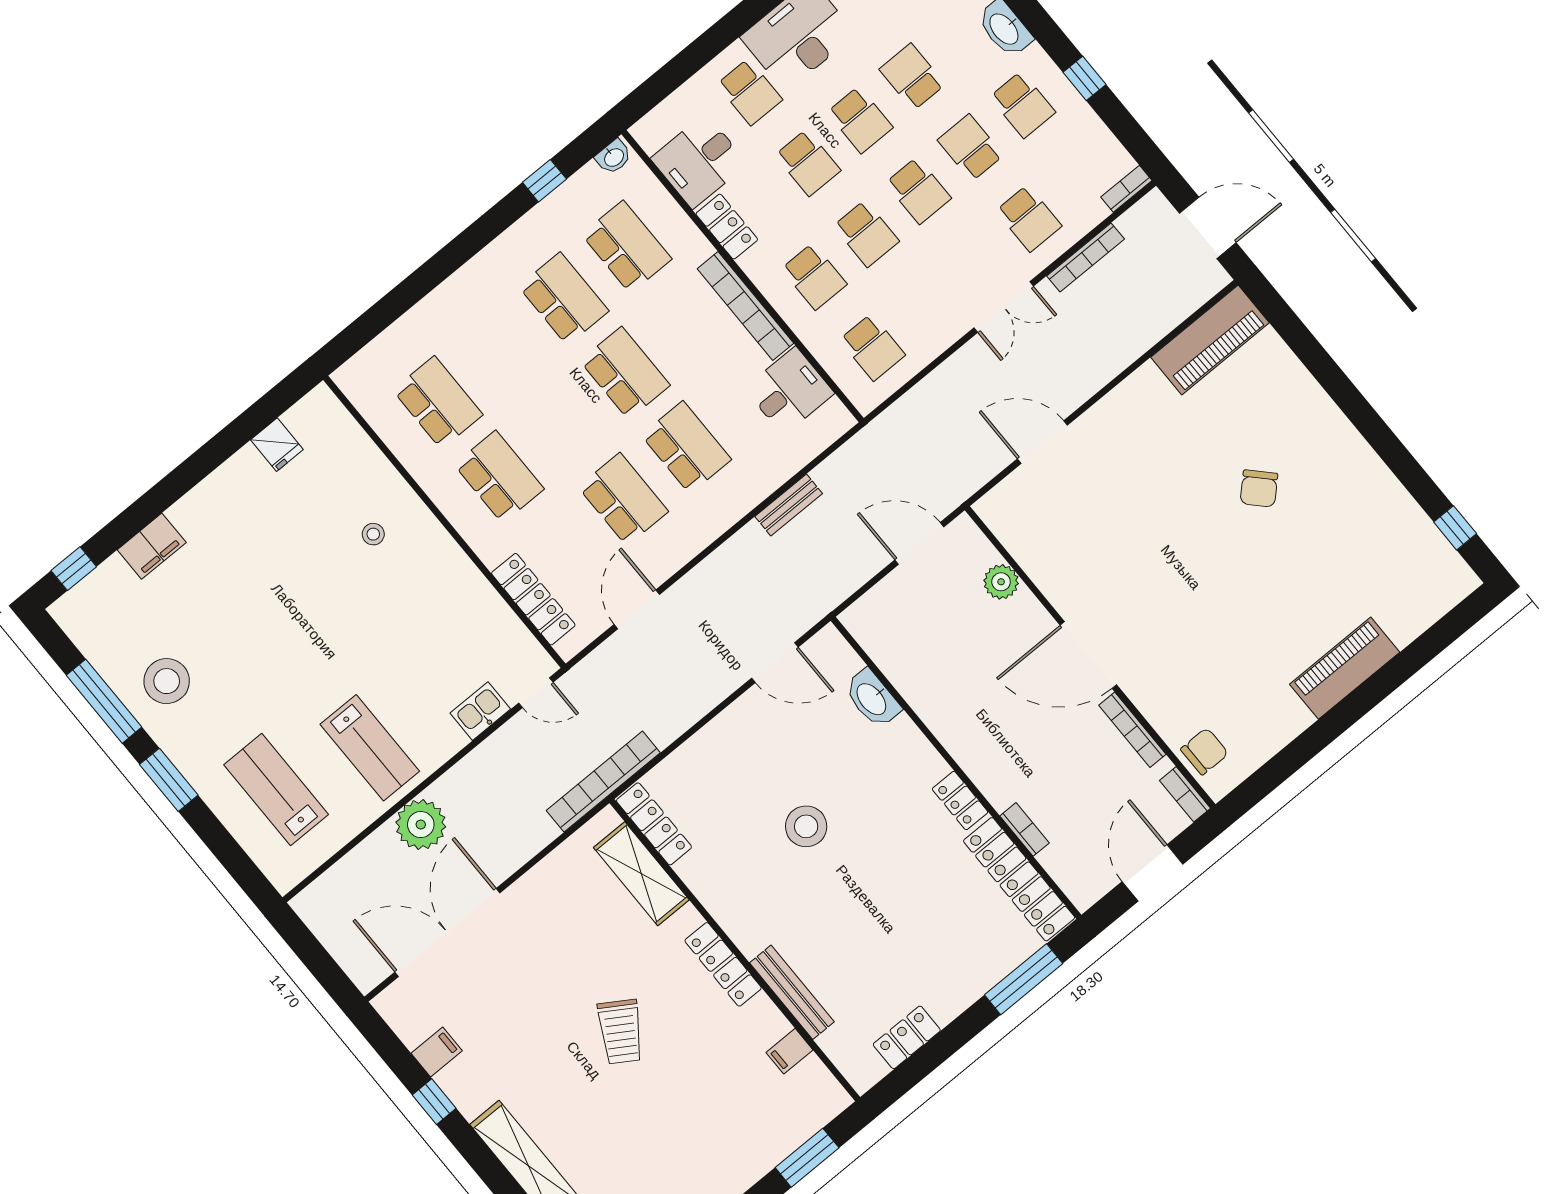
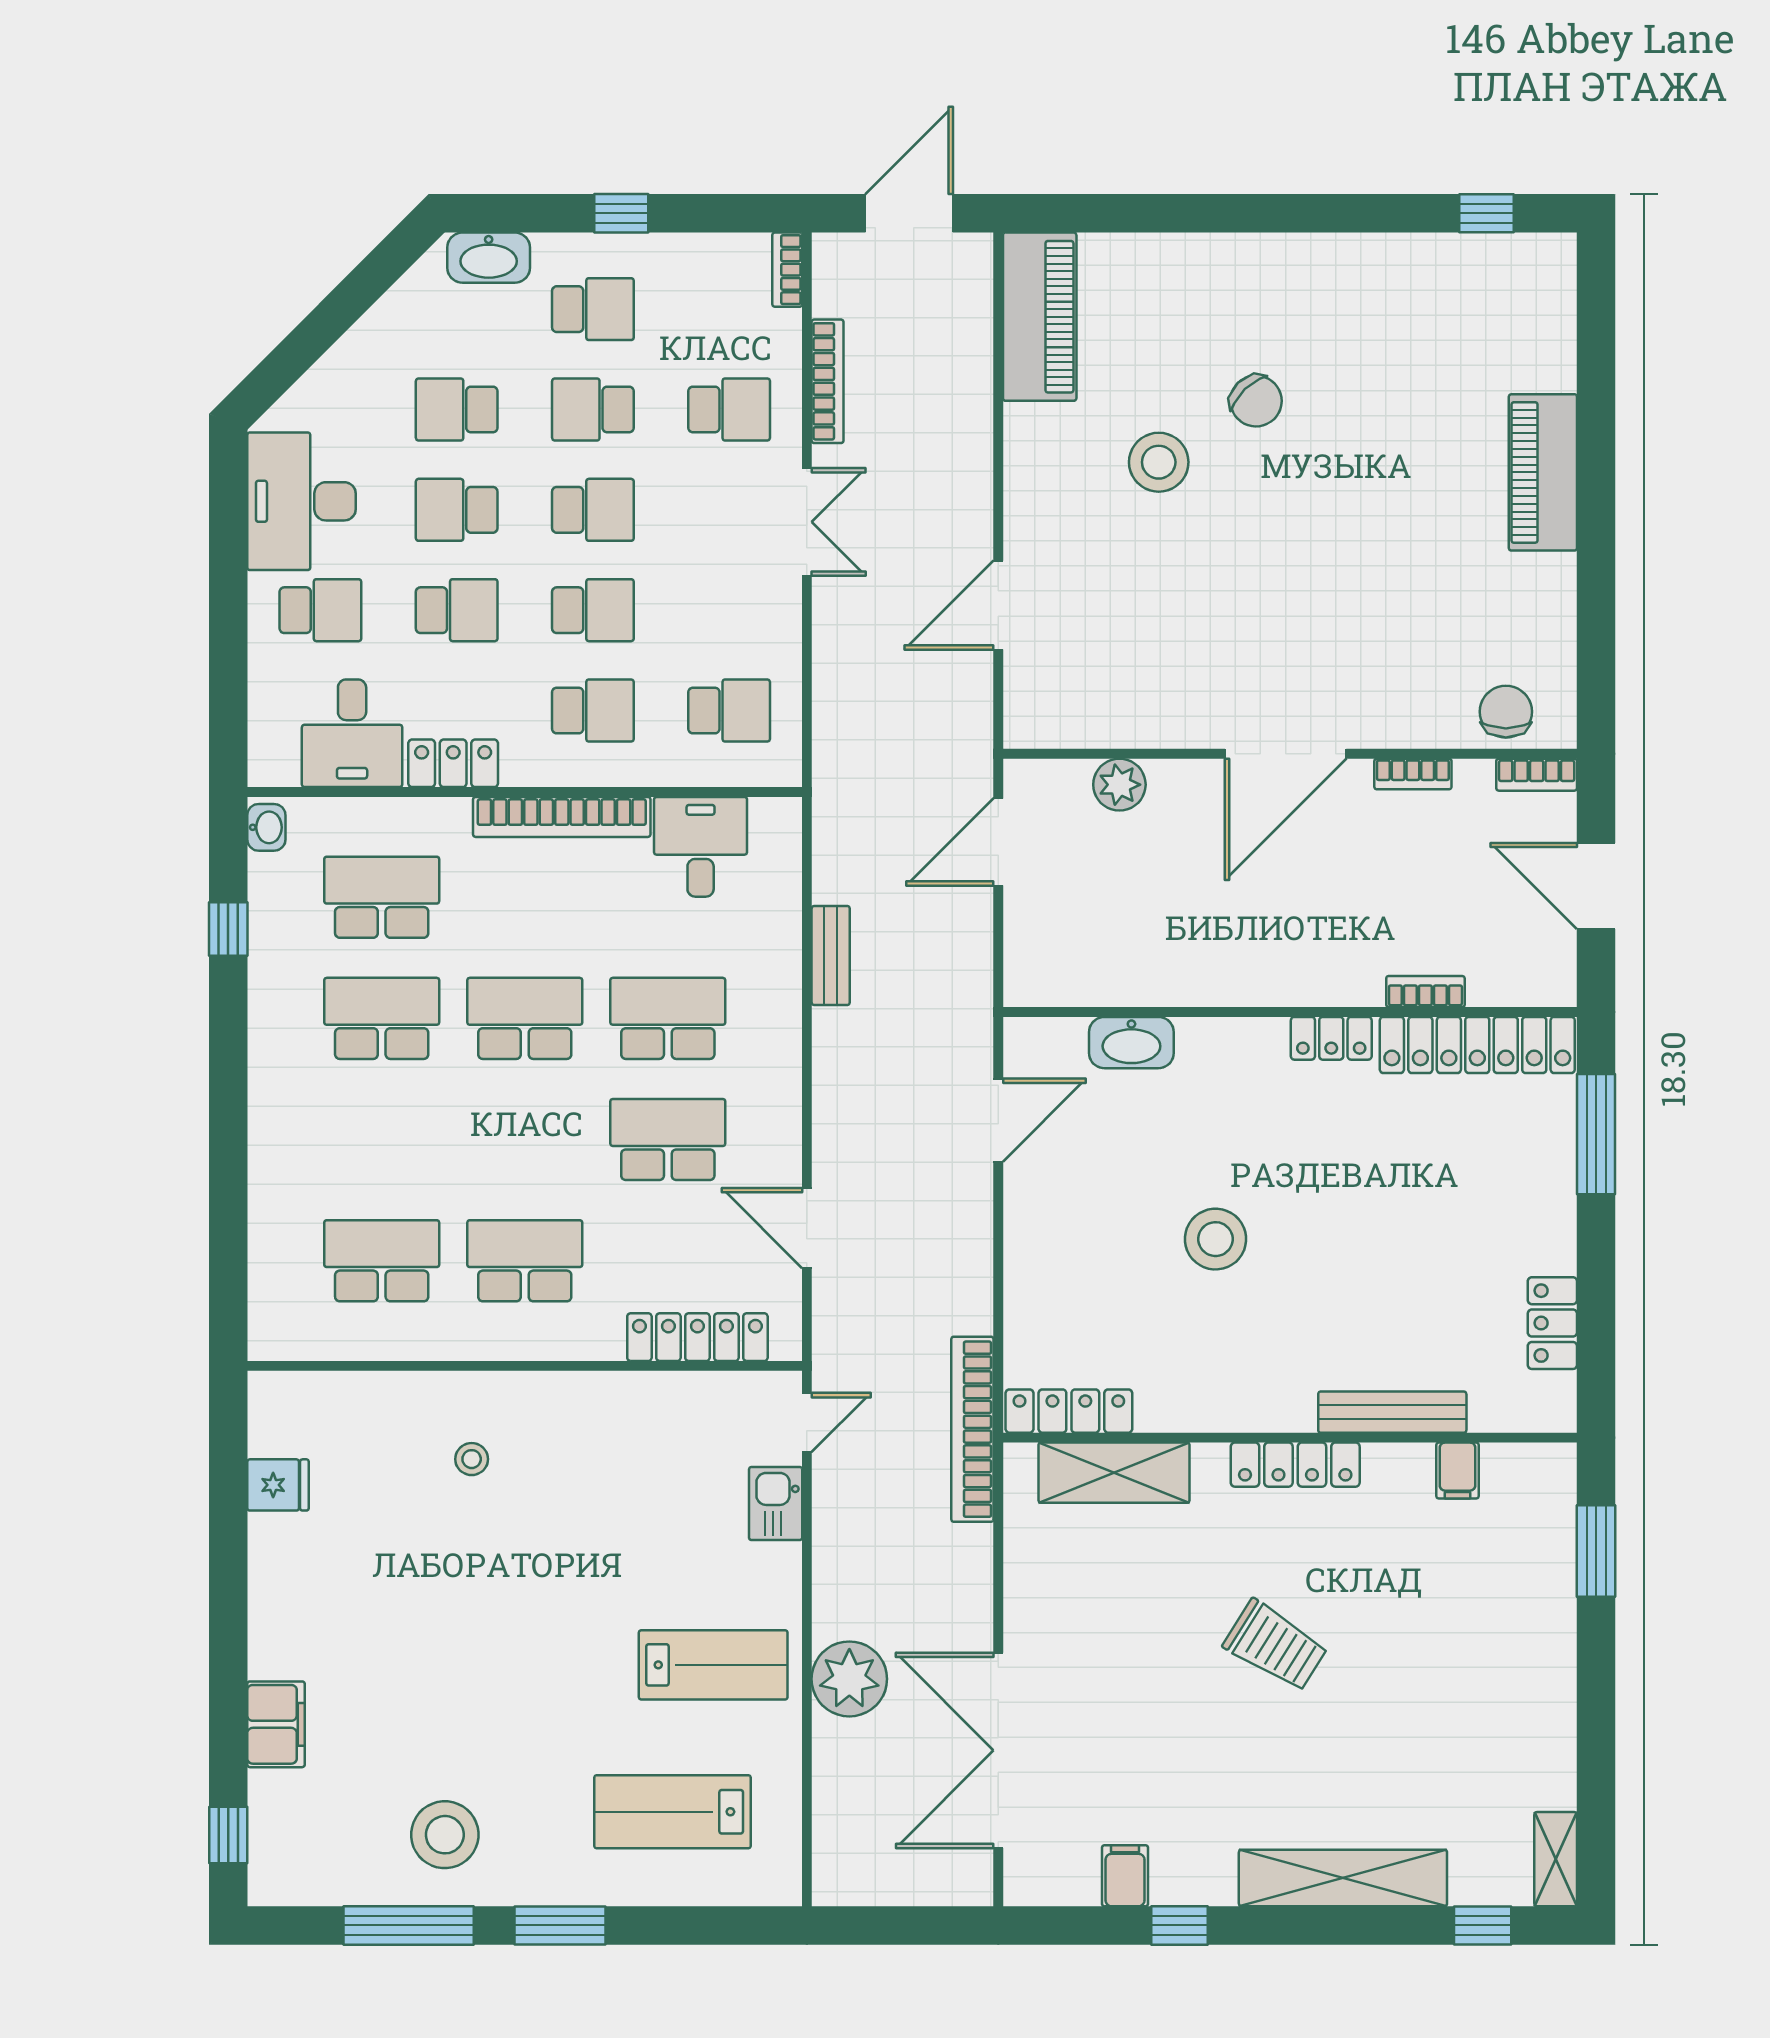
school desk: (860, 120) -> (457, 510), turned 180
stool: (1185, 464) -> (1159, 462), added
bookcase: (1132, 730) -> (1413, 774), width x0.64

